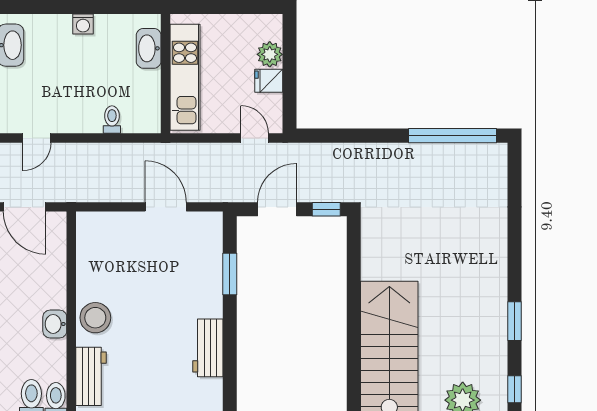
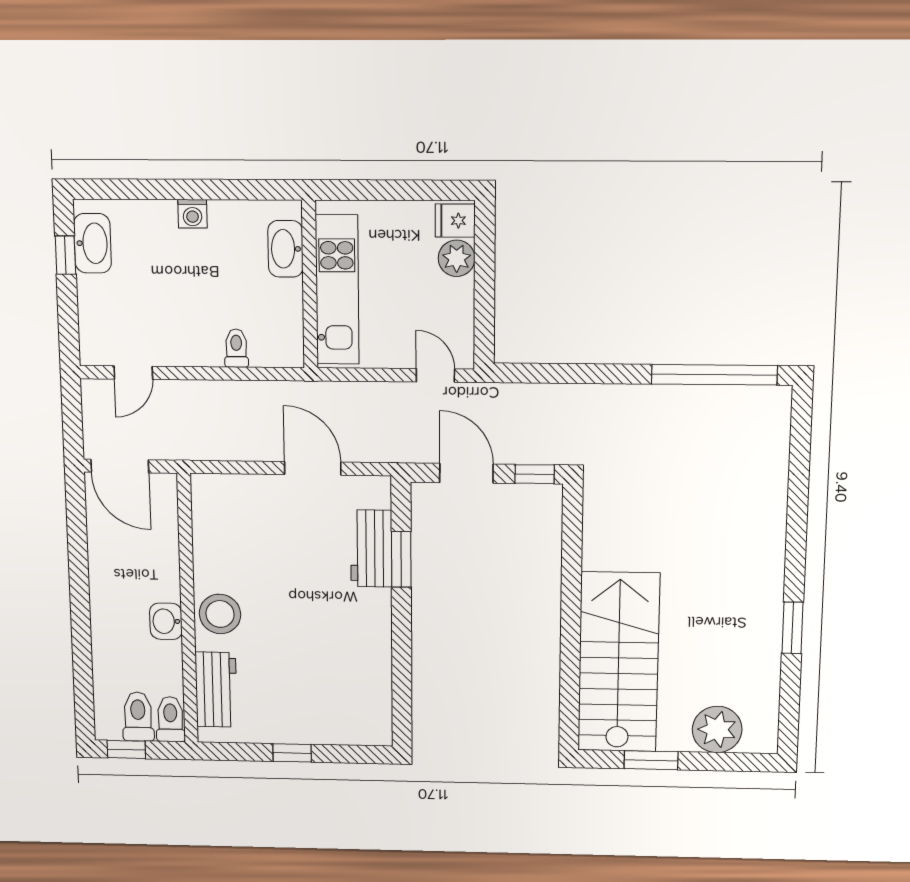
fridge: (269, 81) -> (455, 221), moved
door: (277, 209) -> (466, 473), hinge flipped
workbench: (208, 348) -> (371, 549), moved
window: (515, 389) -> (789, 717), removed

